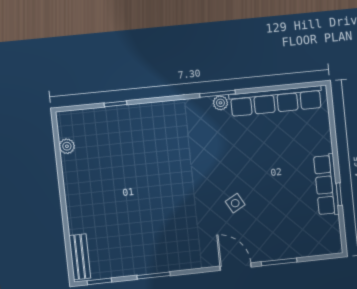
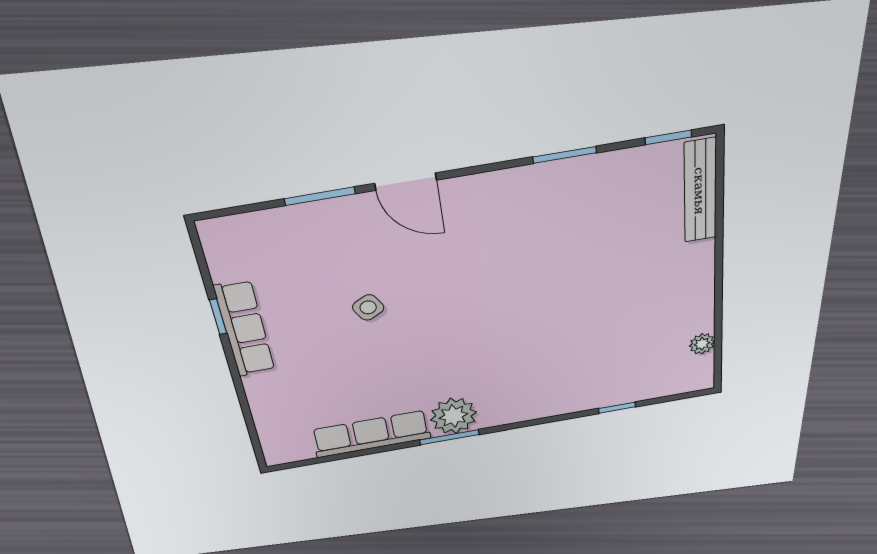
row of seats: (276, 101) -> (371, 434), width x0.73
plant: (220, 103) -> (453, 416), width x1.88, depth x1.88
side table: (235, 203) -> (368, 307), moved
bench: (80, 257) -> (700, 191), width x1.36

